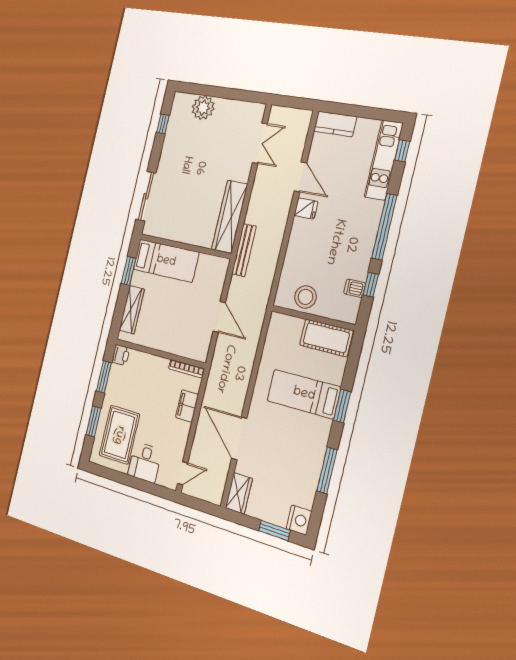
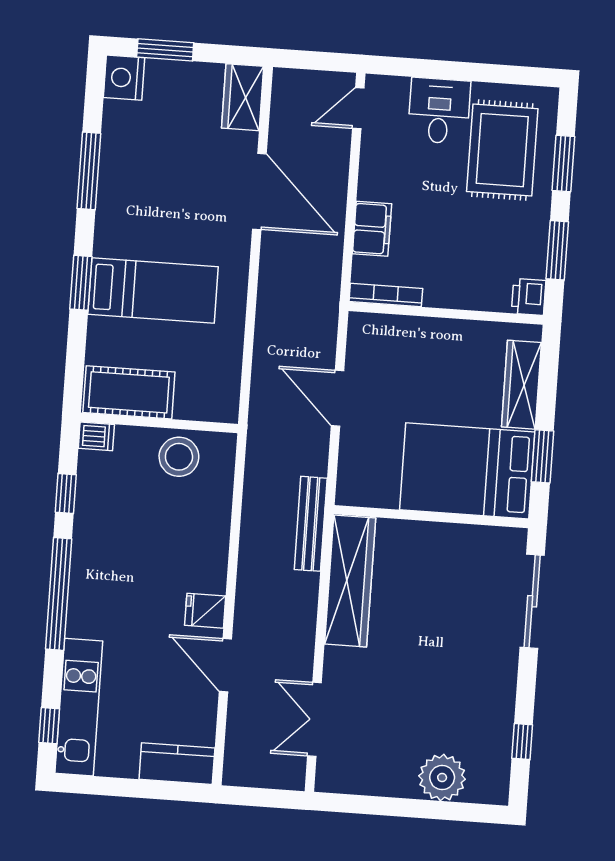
bed: (166, 261) -> (467, 471), width x1.50
dishwasher: (355, 288) -> (96, 436), moved

